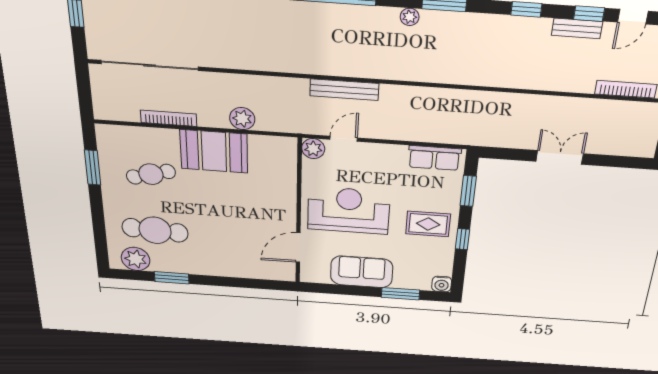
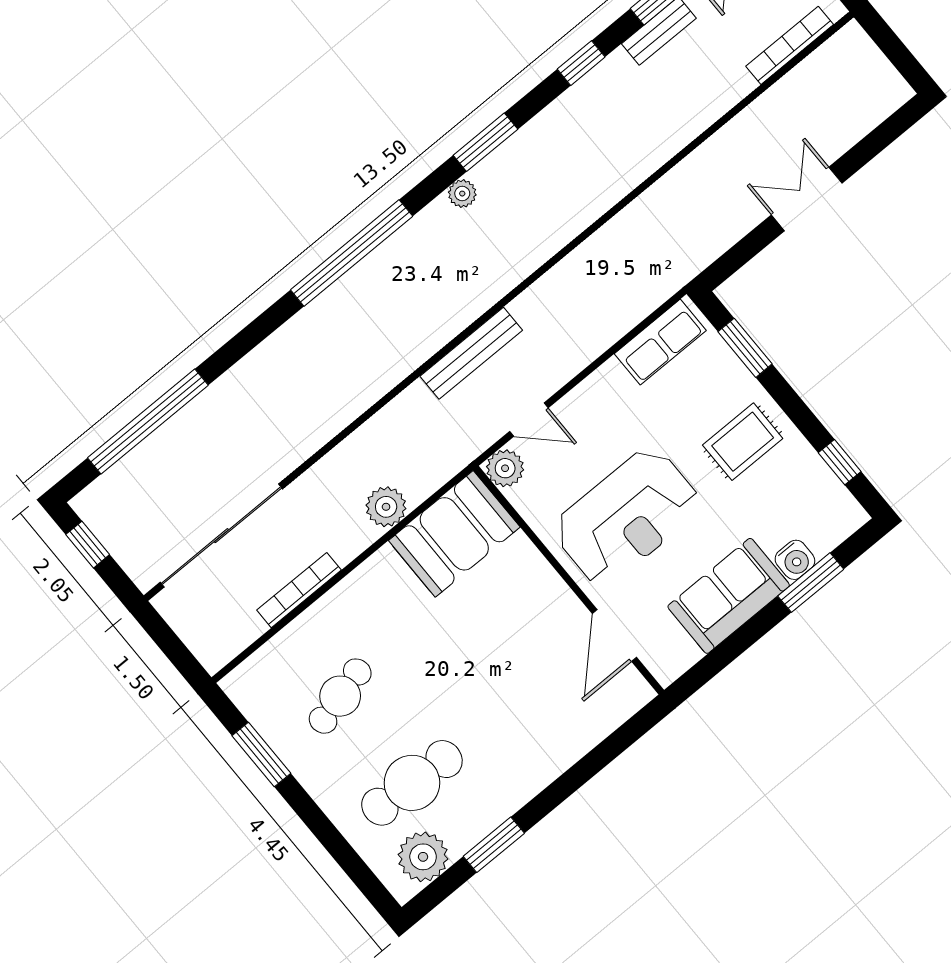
door: (344, 139) -> (529, 420), swing flipped
booth: (214, 151) -> (454, 534), moved
reception desk: (349, 210) -> (627, 517), turned 180
window: (463, 239) -> (840, 462), moved
water cooler: (442, 284) -> (795, 560), moved

